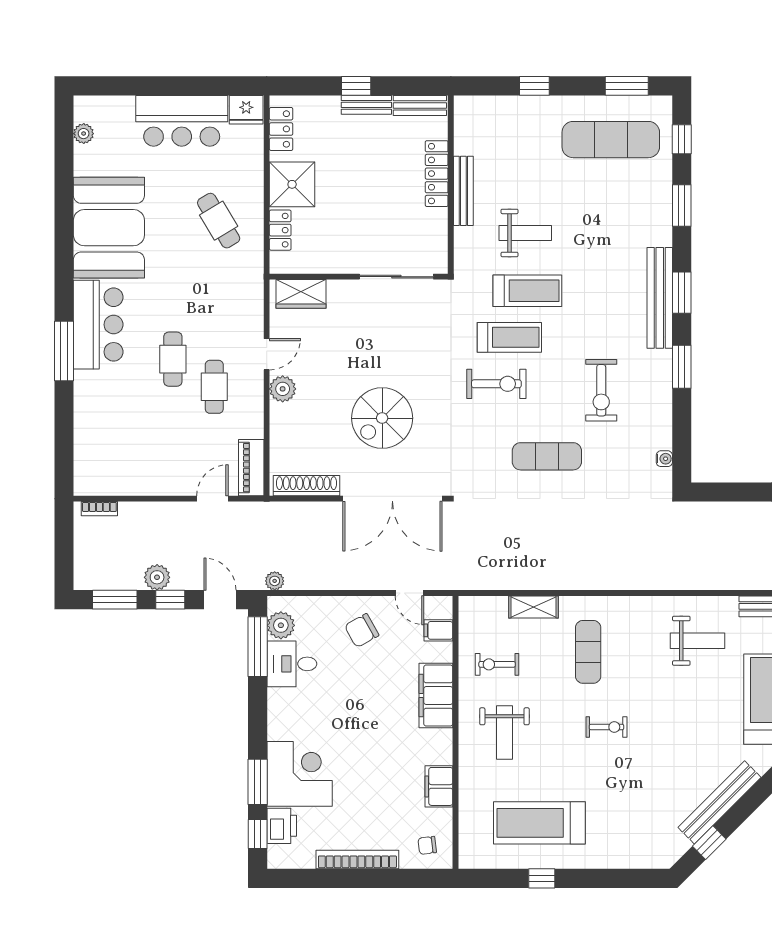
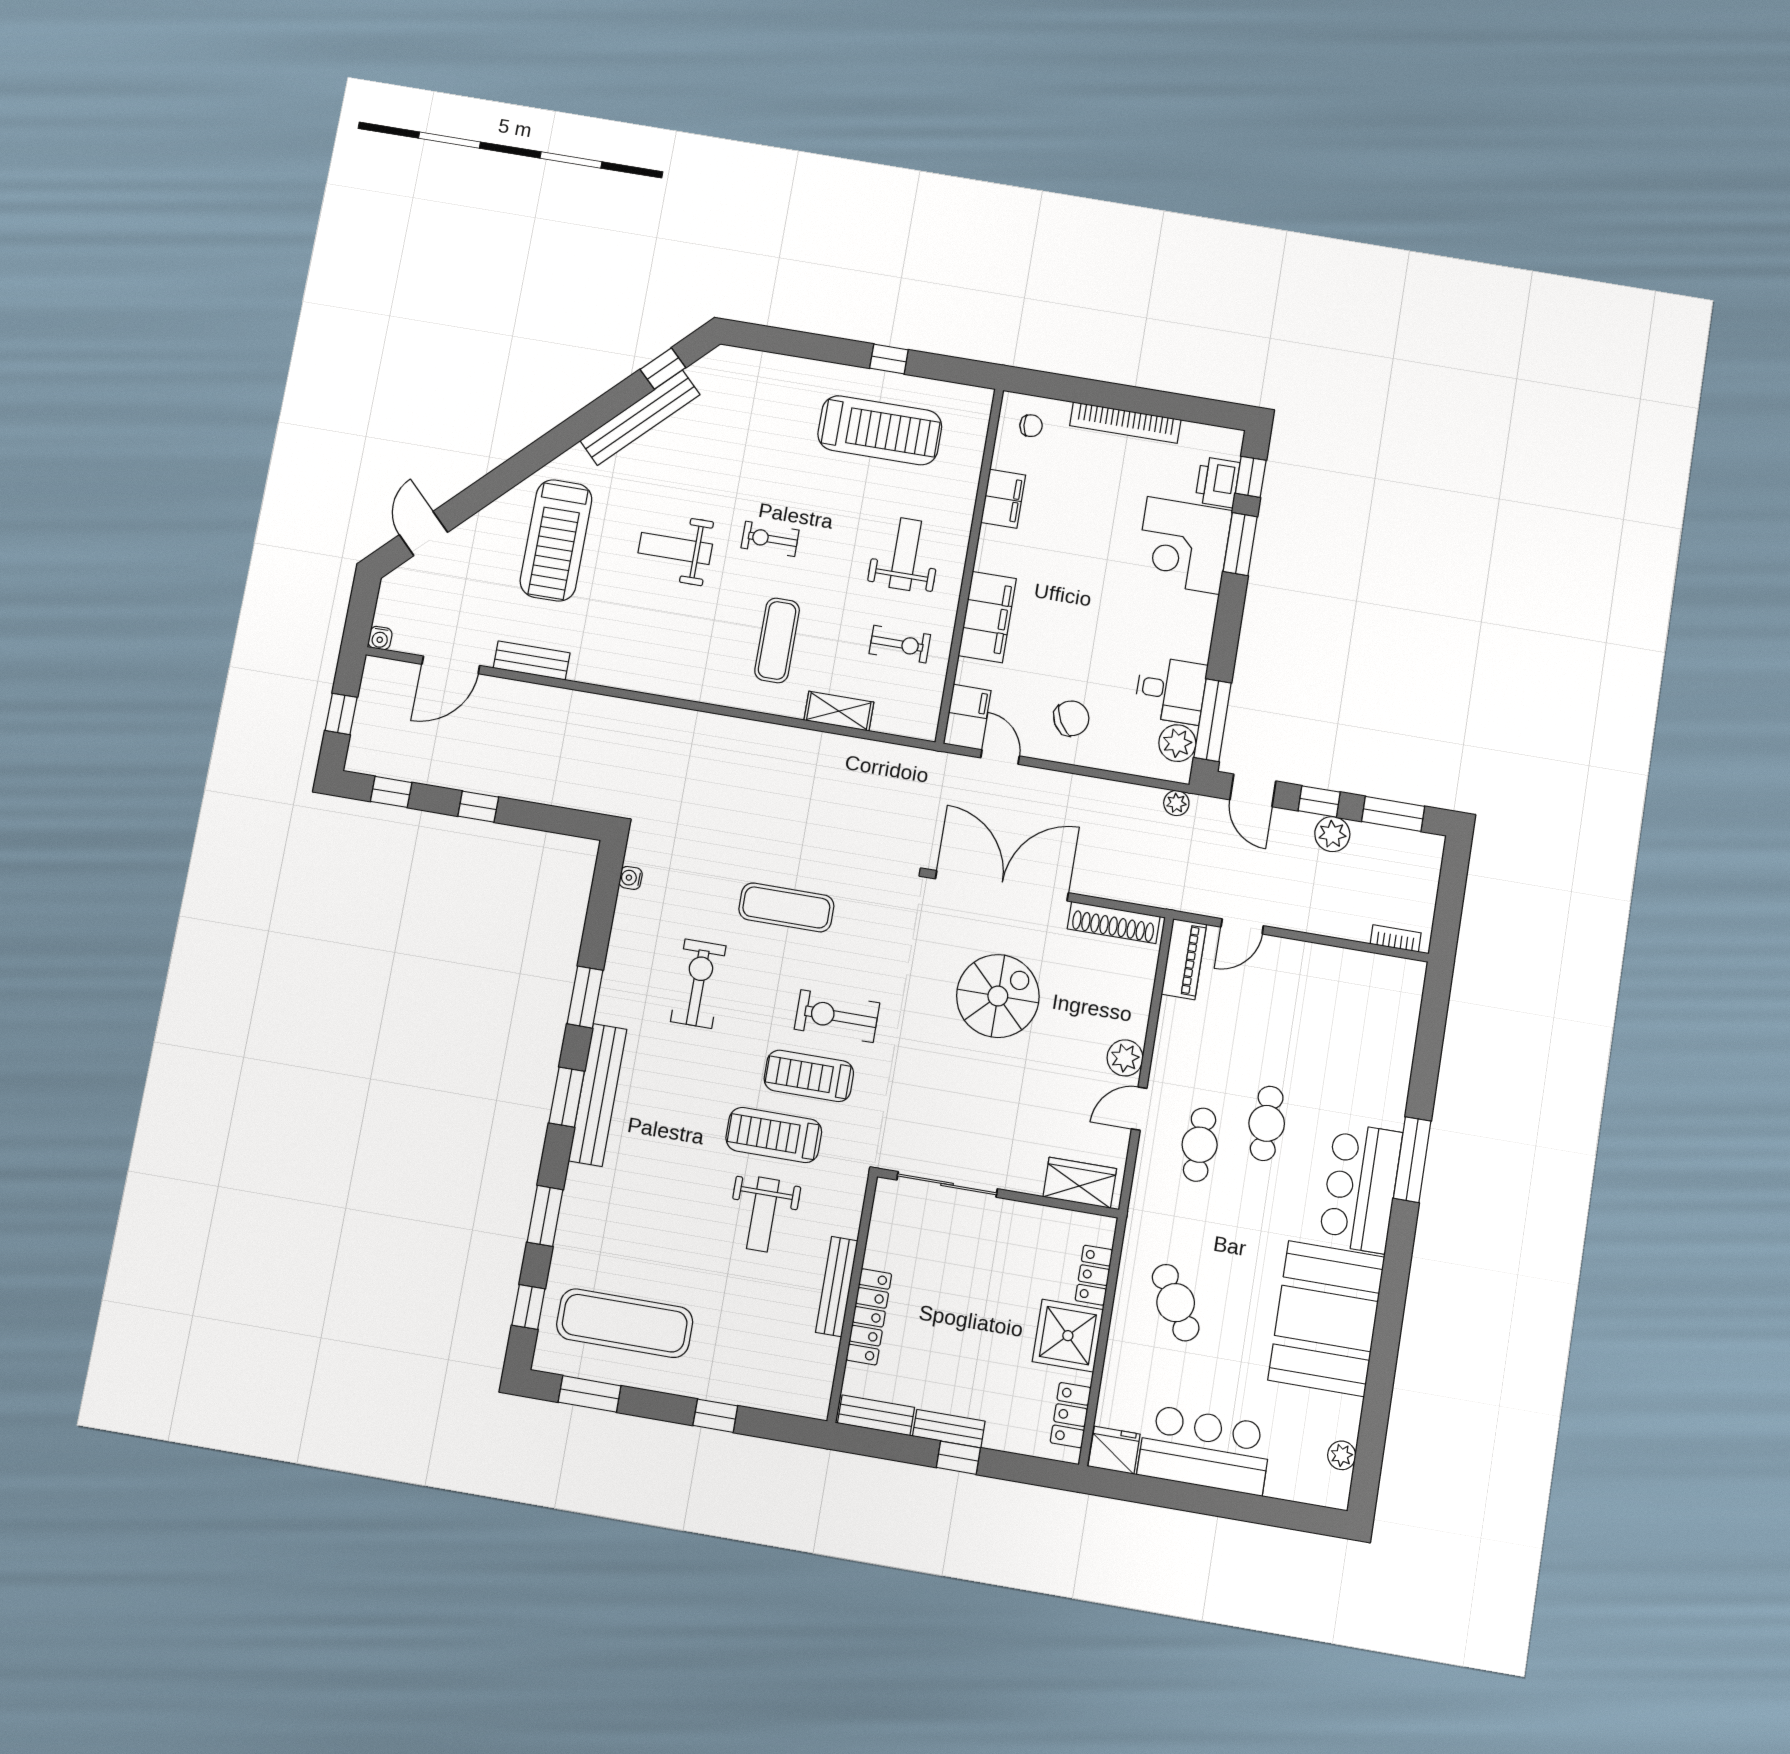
weight bench: (525, 233) -> (763, 1214), turned -90
cafe table: (214, 387) -> (1200, 1145), moved
weight bench: (698, 641) -> (675, 548), moved

